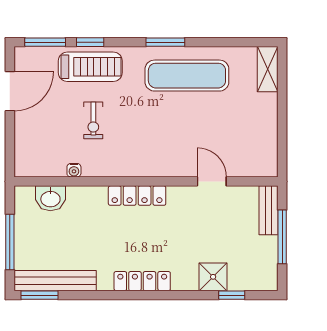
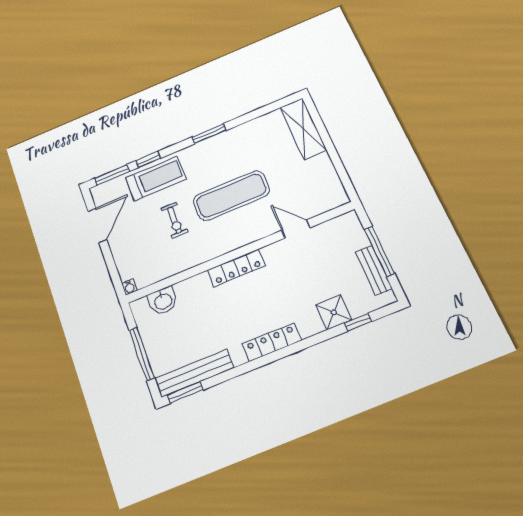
shelving: (268, 69) -> (303, 129), width x1.50, depth x1.33
exercise mat: (187, 76) -> (231, 196), moved
water cooler: (74, 170) -> (129, 287), moved
bench: (268, 210) -> (374, 270), moved

